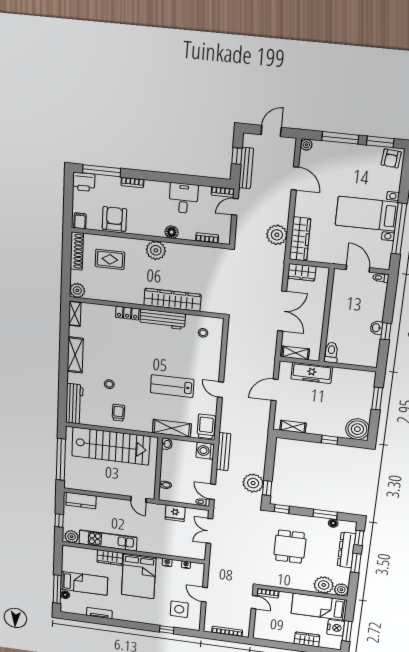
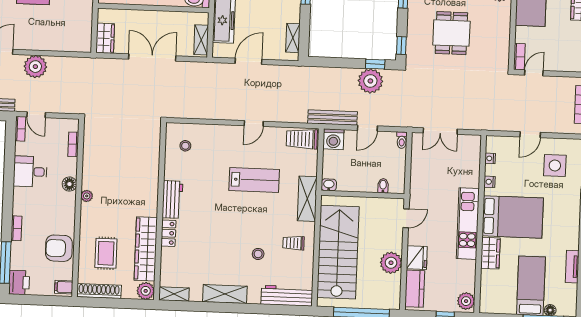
plant: (277, 235) -> (35, 67), moved
wardrobe: (300, 239) -> (67, 42), removed
plant: (156, 250) -> (87, 196), width x0.53, depth x0.53
wardrobe: (172, 300) -> (146, 249), moved
workbench: (163, 319) -> (172, 200), width x0.73
lab bench: (172, 386) -> (254, 180), turned -90
door: (275, 390) -> (249, 61), swing flipped
shelving: (172, 428) -> (307, 199), moved
plant: (102, 485) -> (391, 263), added
door: (212, 492) -> (367, 128), moved
fridge: (175, 513) -> (417, 258), moved
kitchen unit: (108, 540) -> (468, 224), moved
dining table: (290, 547) -> (451, 33), turned 90

